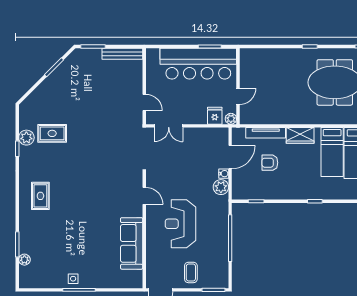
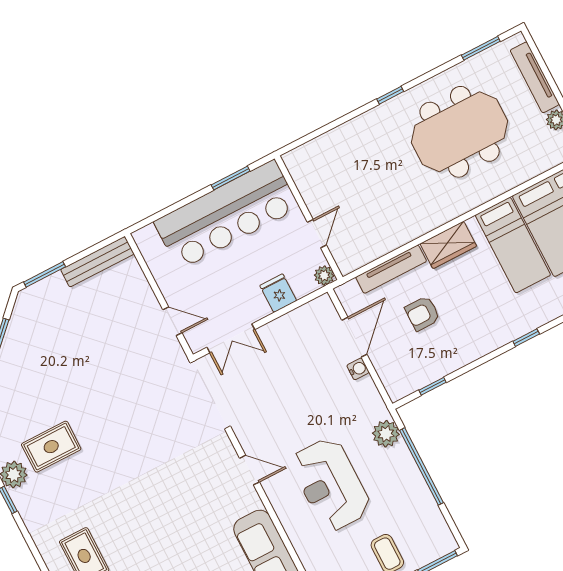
fridge: (215, 116) -> (278, 293), moved
plant: (221, 187) -> (386, 434), moved

